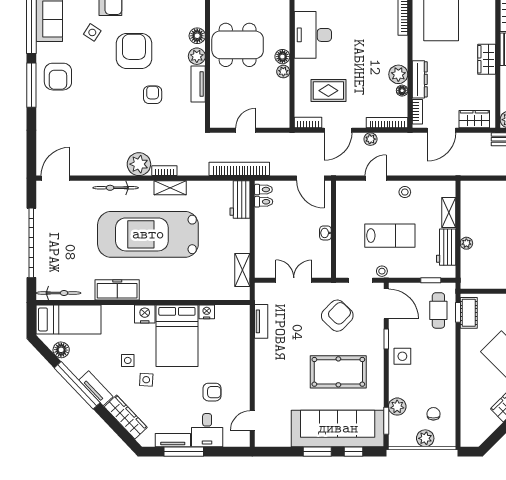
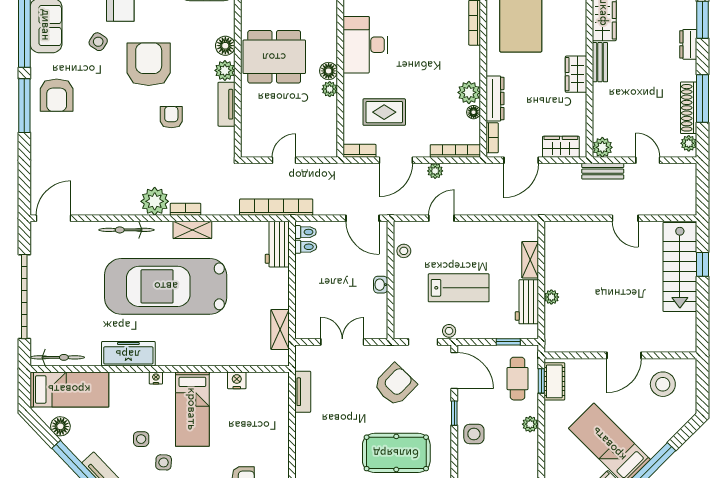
stool: (405, 192) -> (404, 251), moved
nightstand: (145, 314) -> (156, 378), width x0.53, depth x0.56
bed: (177, 336) -> (192, 409), width x0.67
plant: (449, 348) -> (530, 424), added

